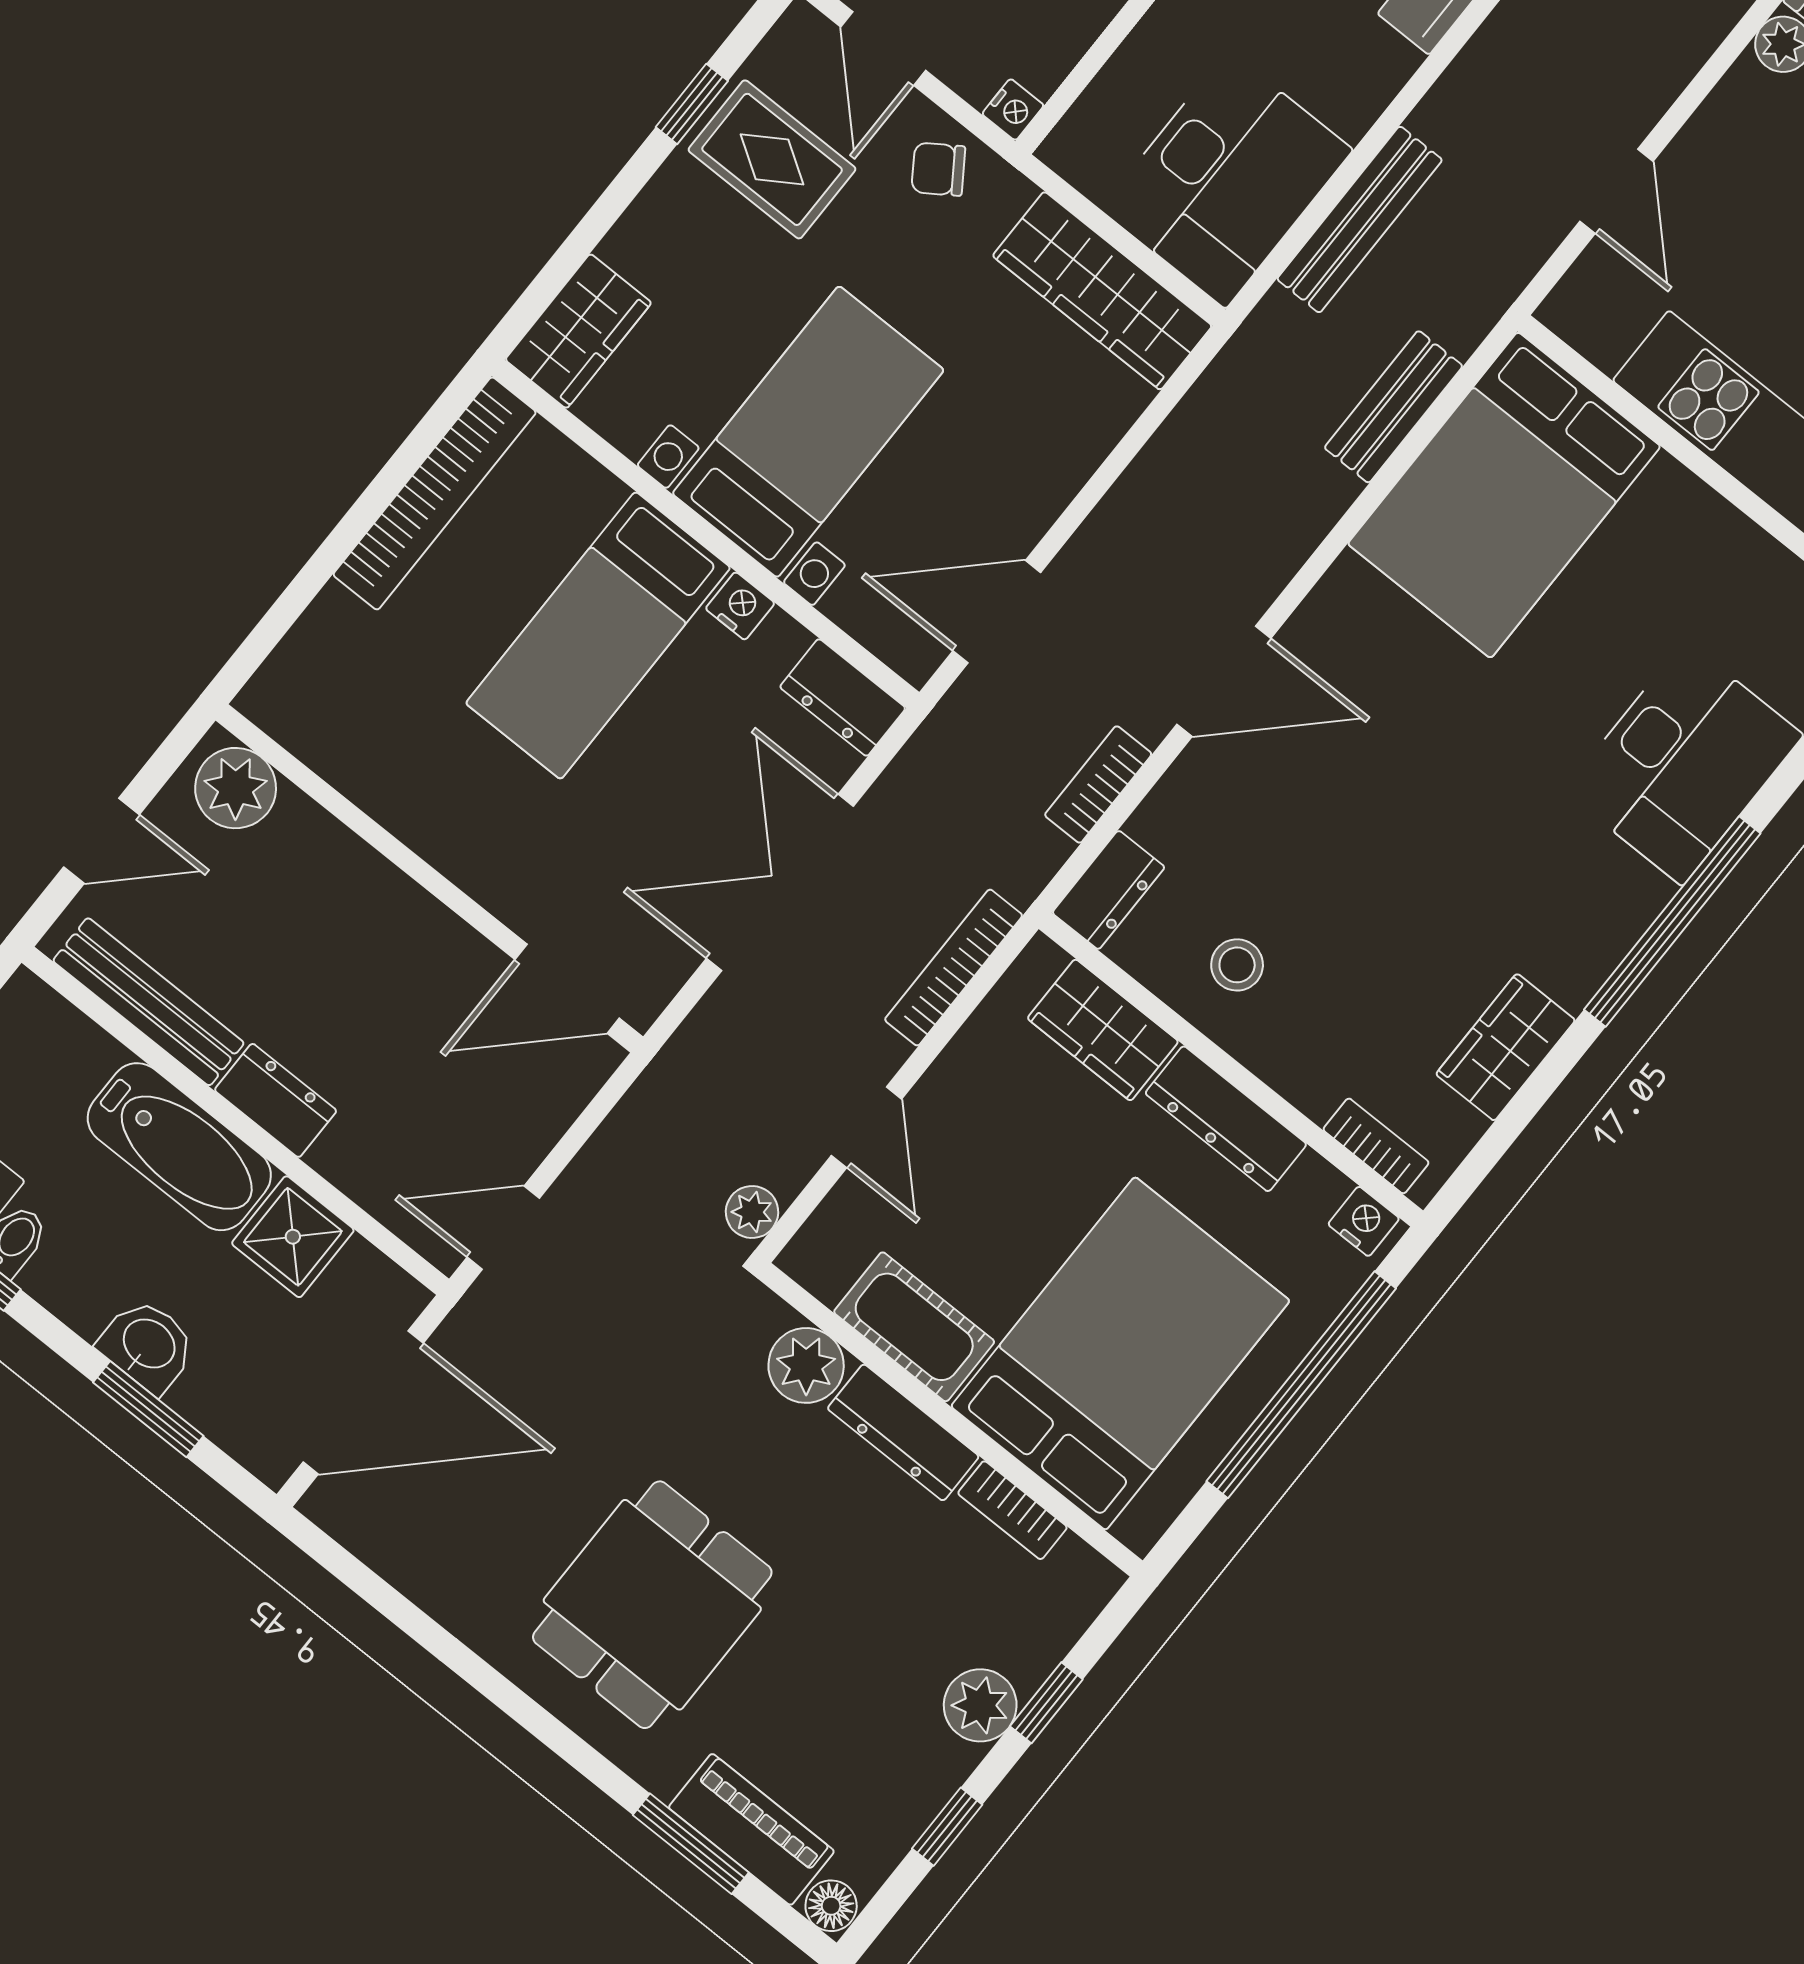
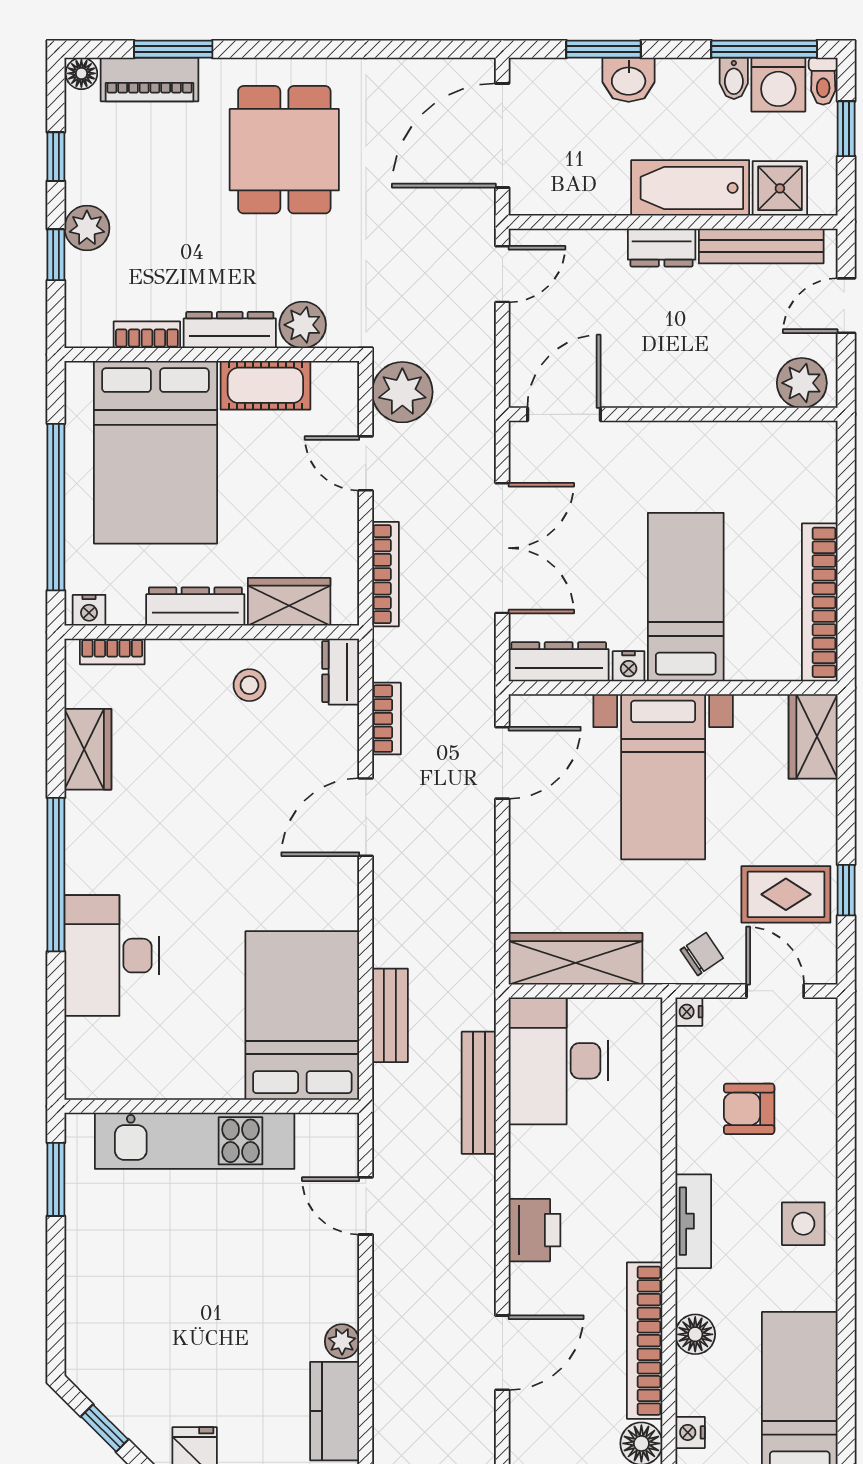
dresser: (843, 698) -> (559, 662), width x1.44
plant: (752, 1212) -> (402, 392), width x1.88, depth x1.88
shower: (293, 1237) -> (780, 188), moved

